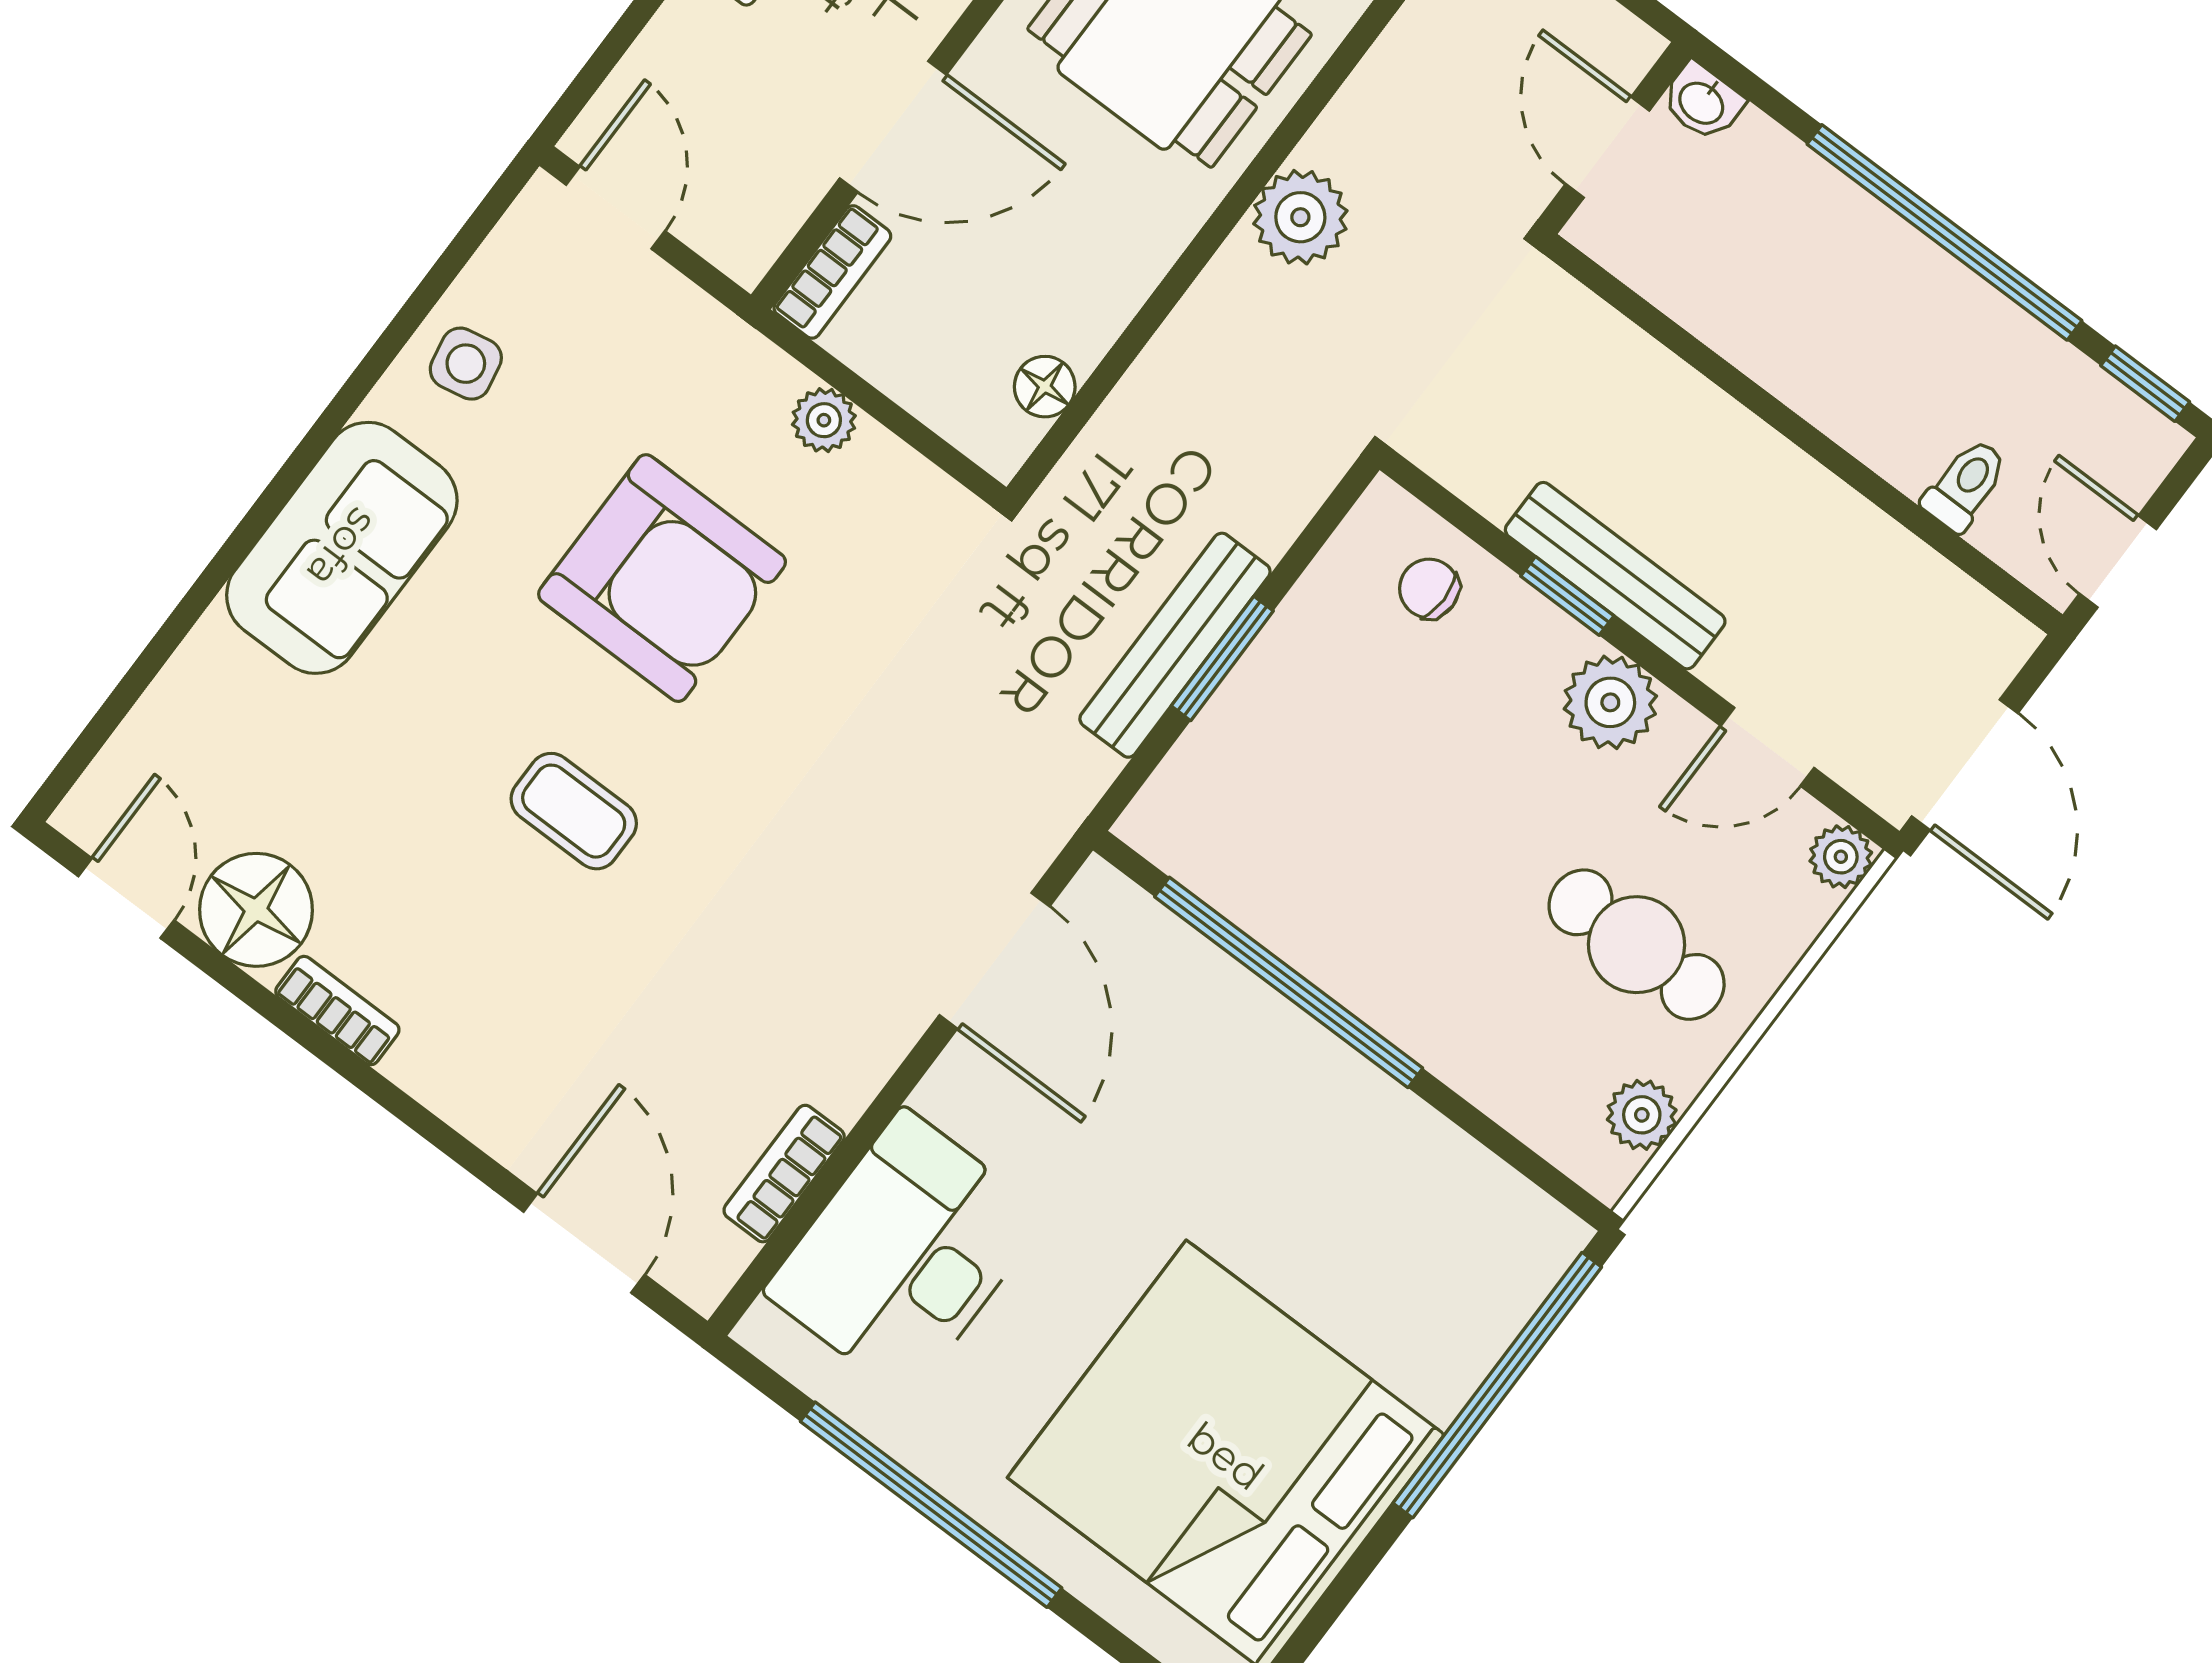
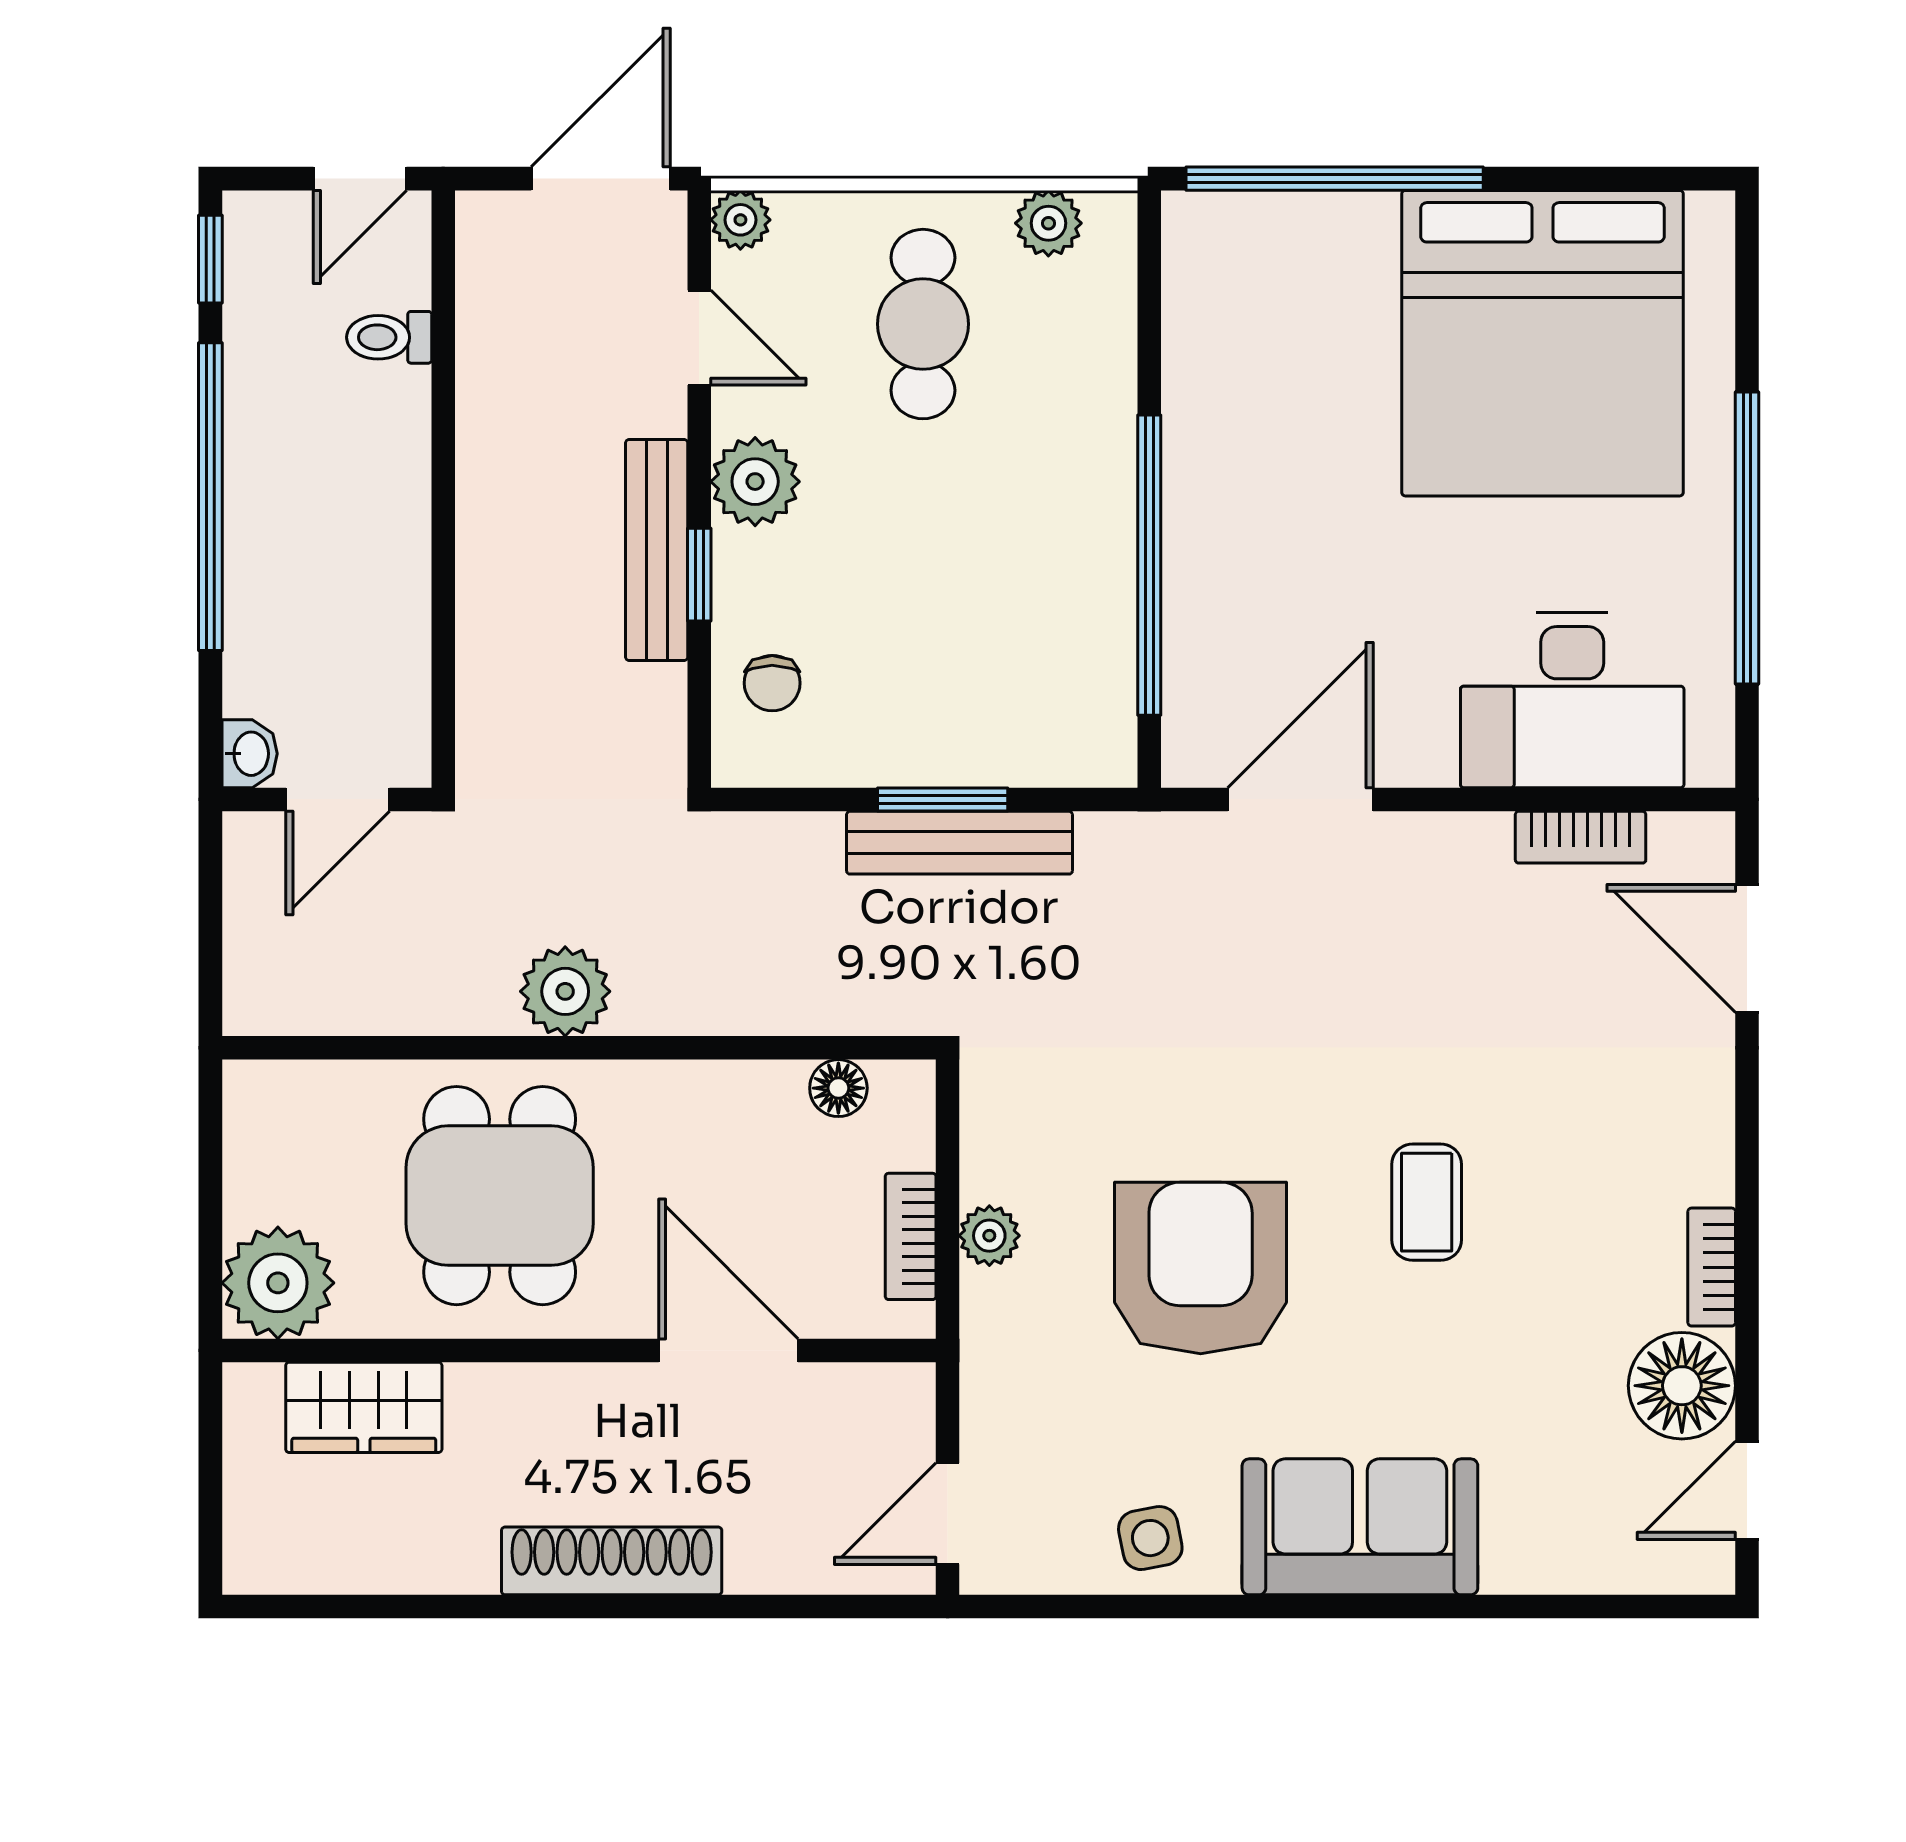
bookcase: (832, 272) -> (911, 1236), moved, turned -90
door: (584, 1243) -> (1747, 948), hinge flipped

